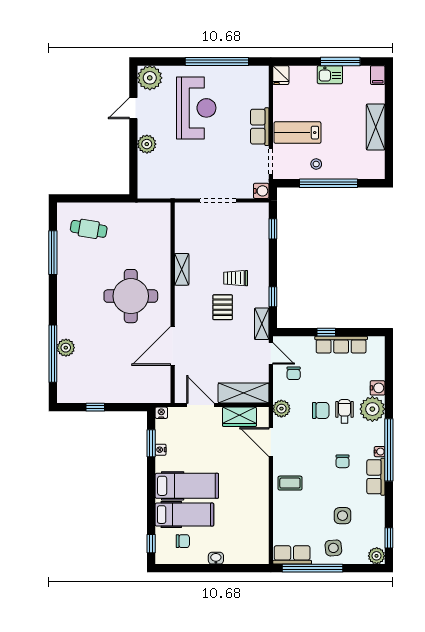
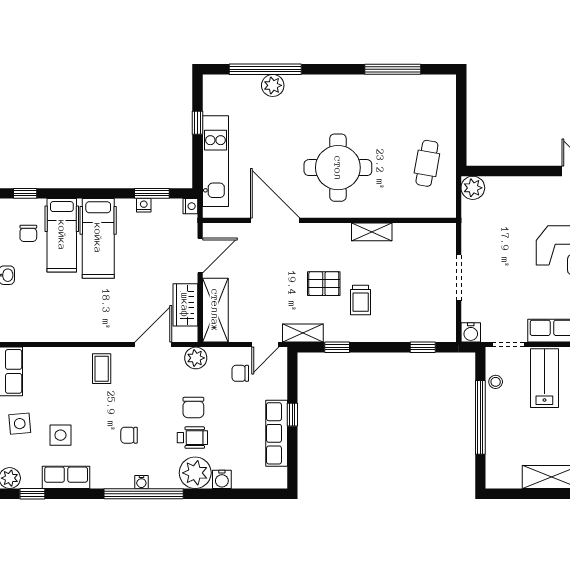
plant: (147, 144) -> (473, 188), moved
stool: (316, 164) -> (496, 382), moved
cafe table: (89, 229) -> (427, 163), moved
trolley: (236, 278) -> (361, 300), turned 180
kitchen unit: (126, 393) -> (215, 161), added
row of seats: (376, 477) -> (66, 477), moved

